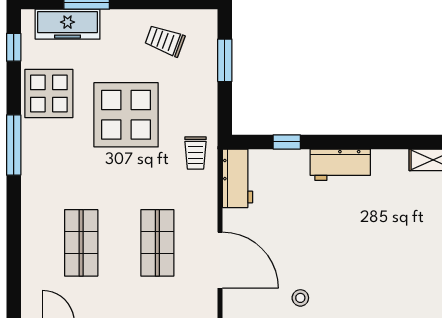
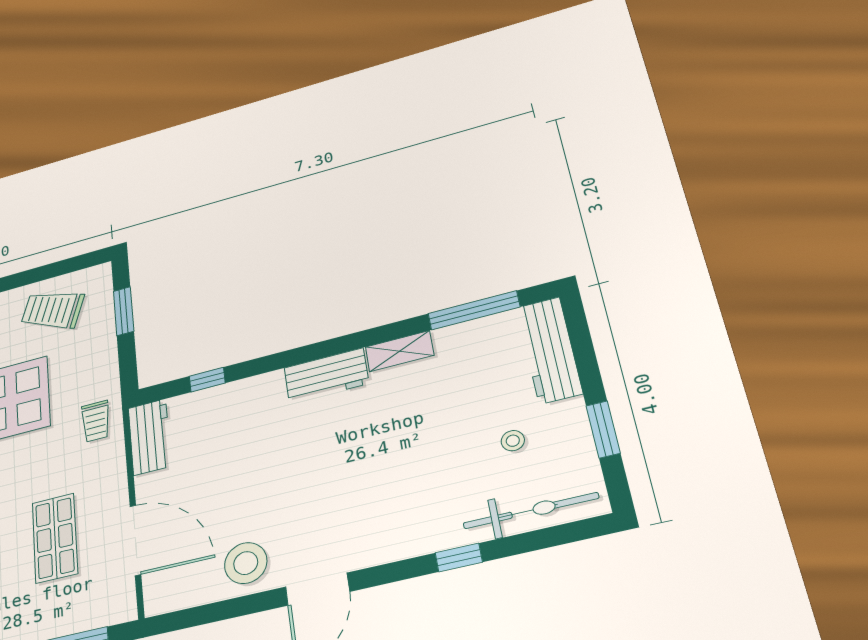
trolley: (165, 41) -> (52, 310), width x1.36, depth x1.39
workbench: (340, 165) -> (326, 376), moved
stool: (300, 298) -> (246, 563), width x1.89, depth x1.89

